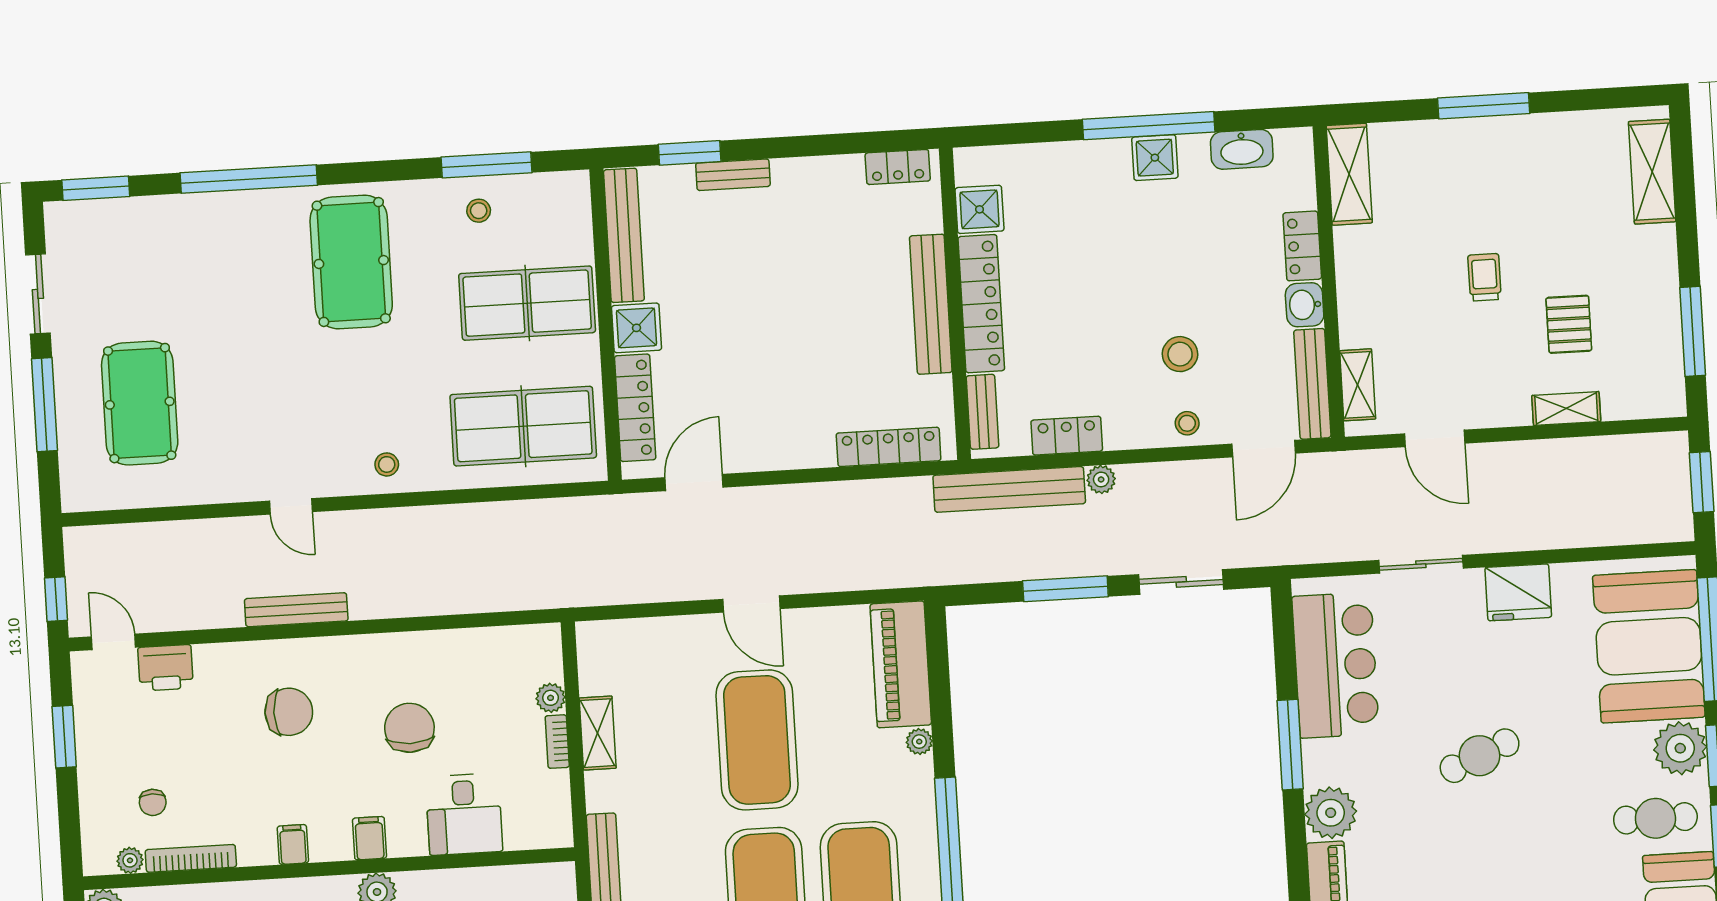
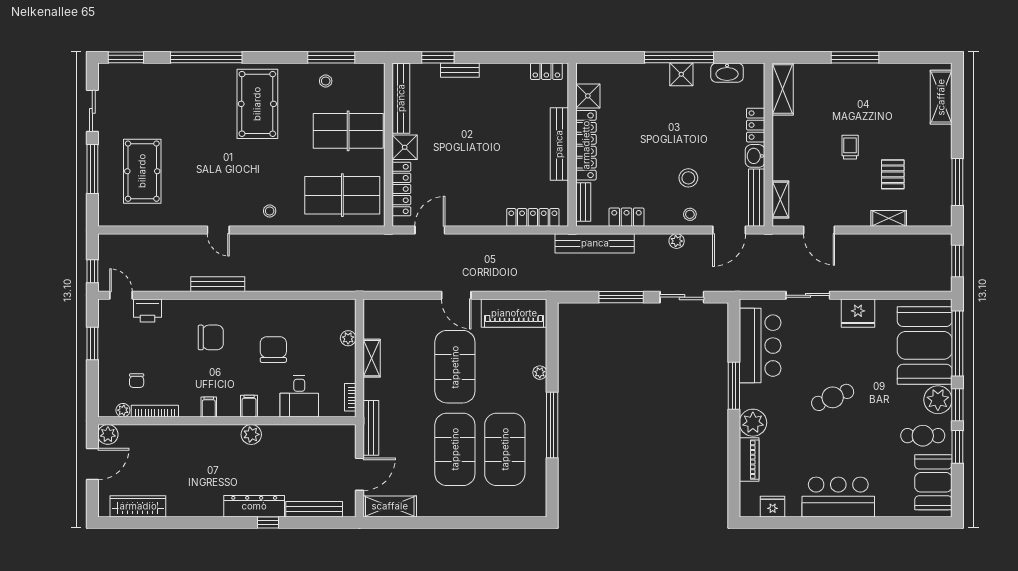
plant: (1101, 479) -> (677, 241), moved
piano: (901, 664) -> (514, 313), moved, turned -90
bookcase: (557, 742) -> (350, 397), moved

